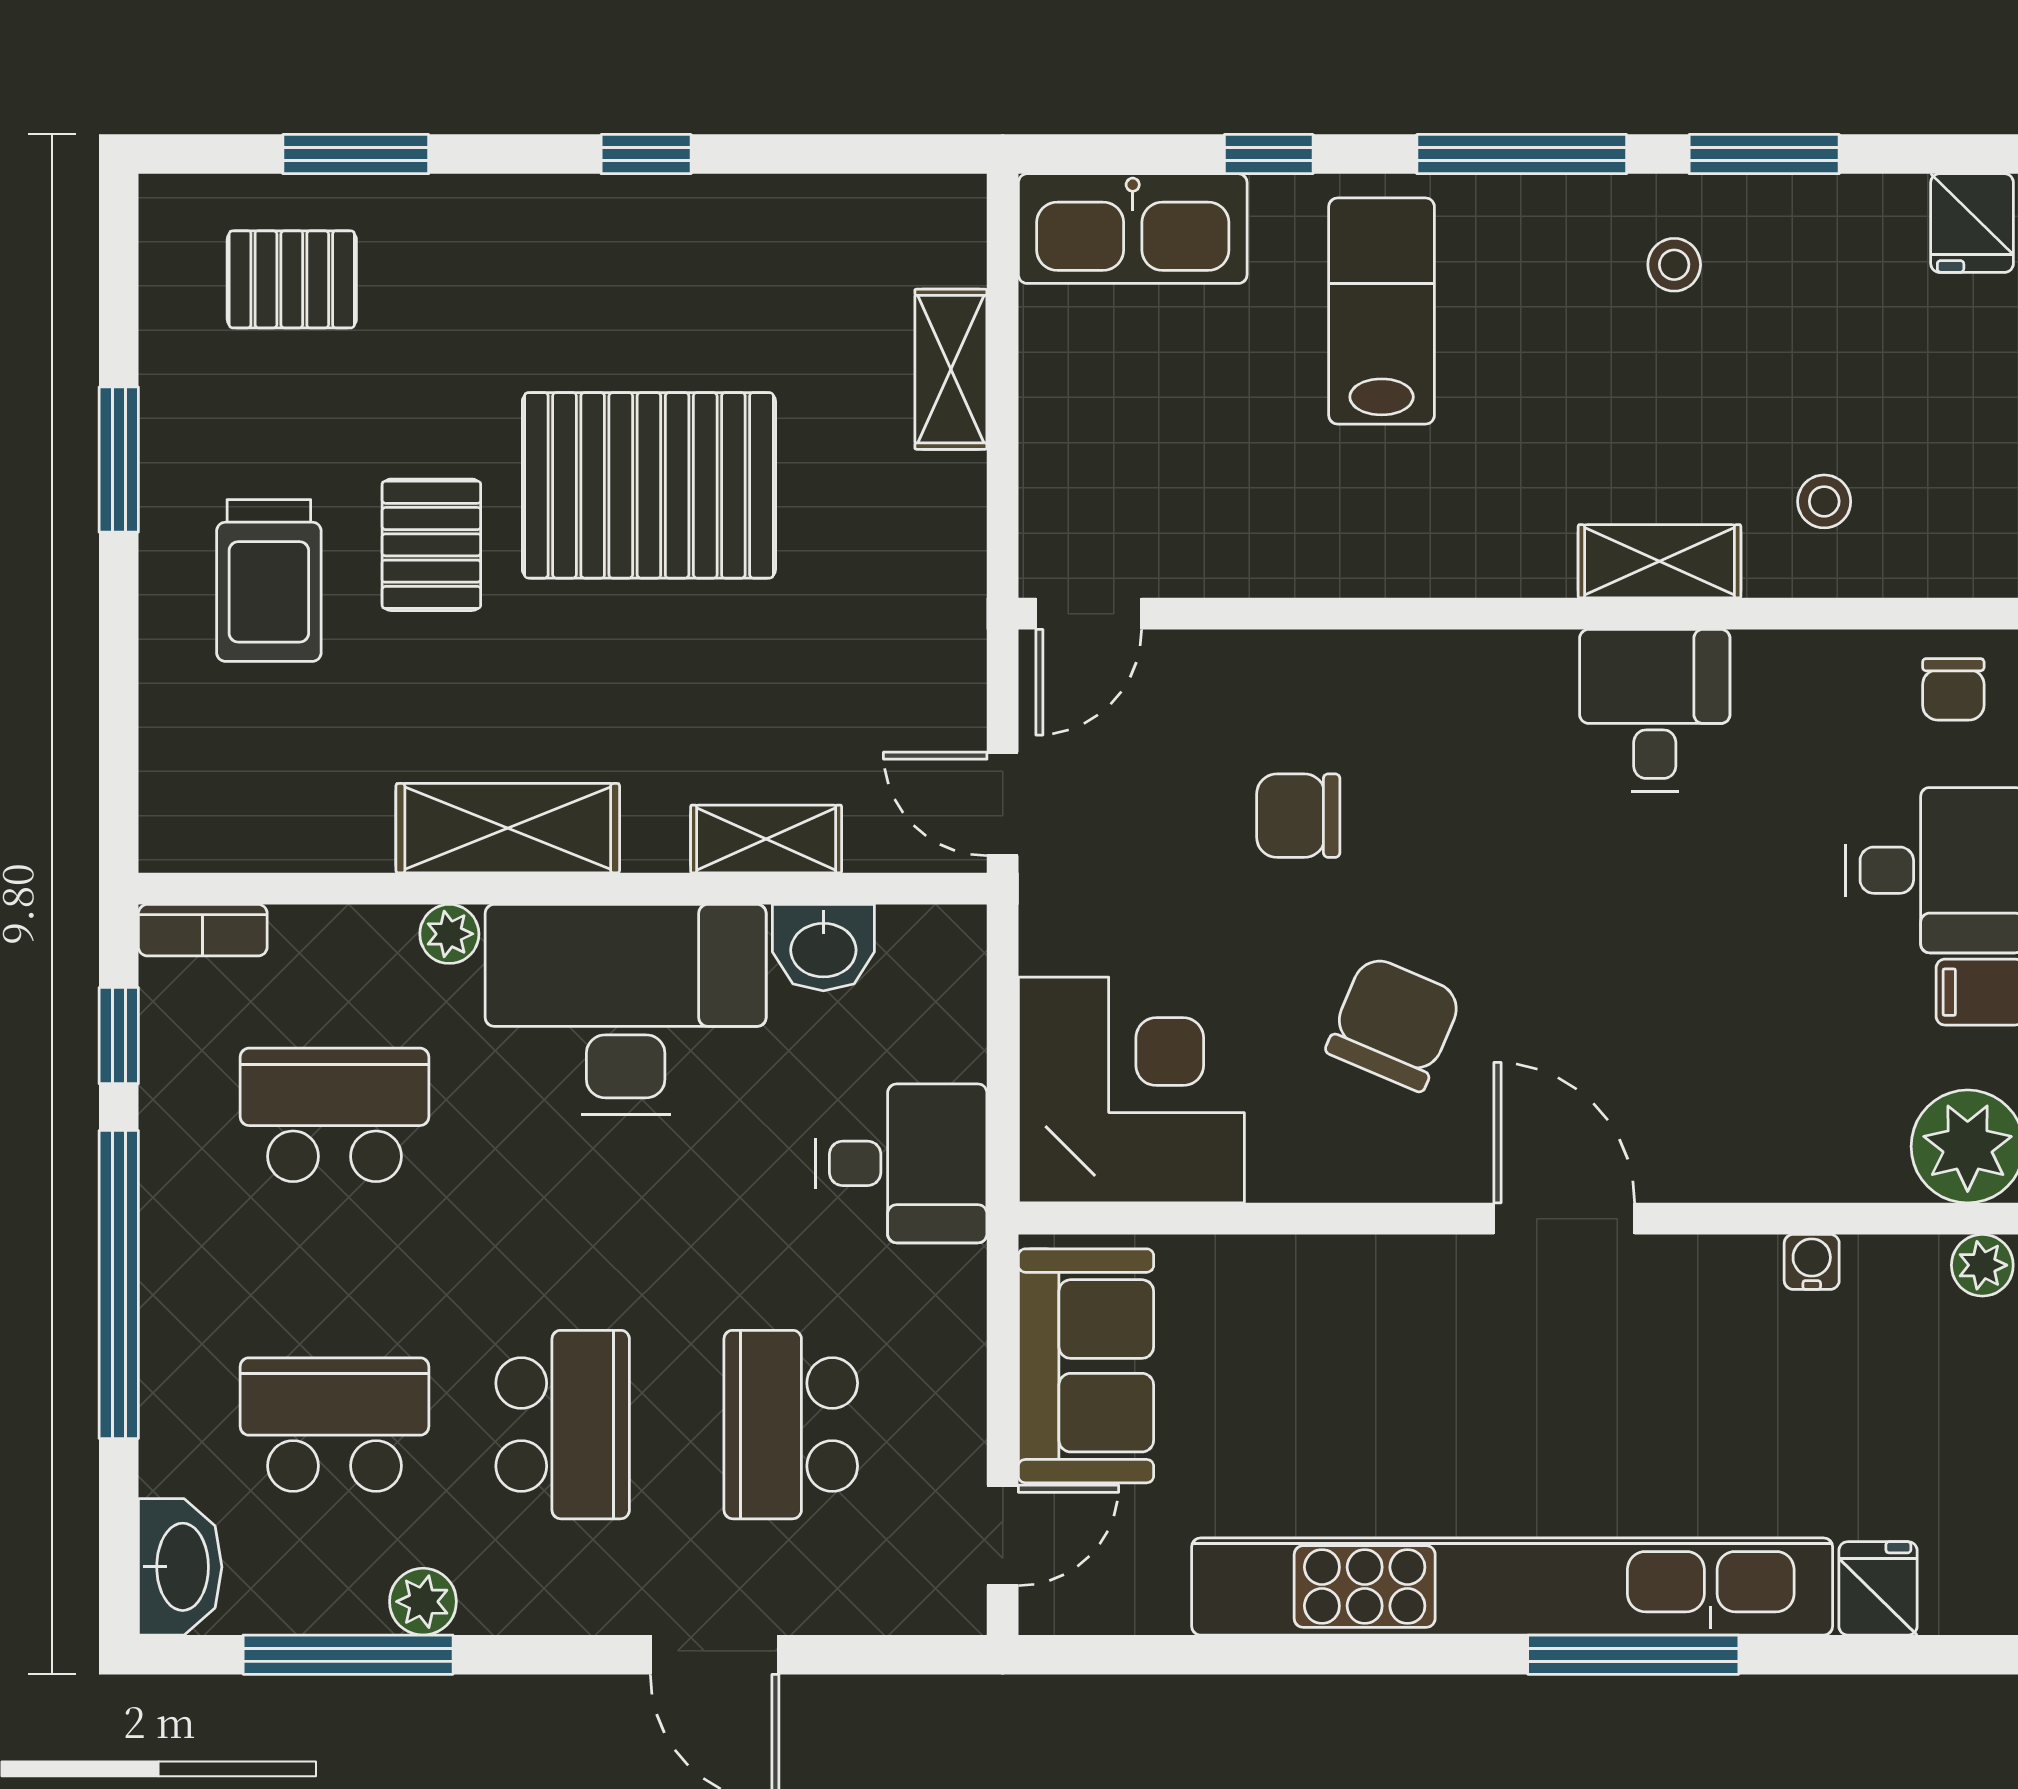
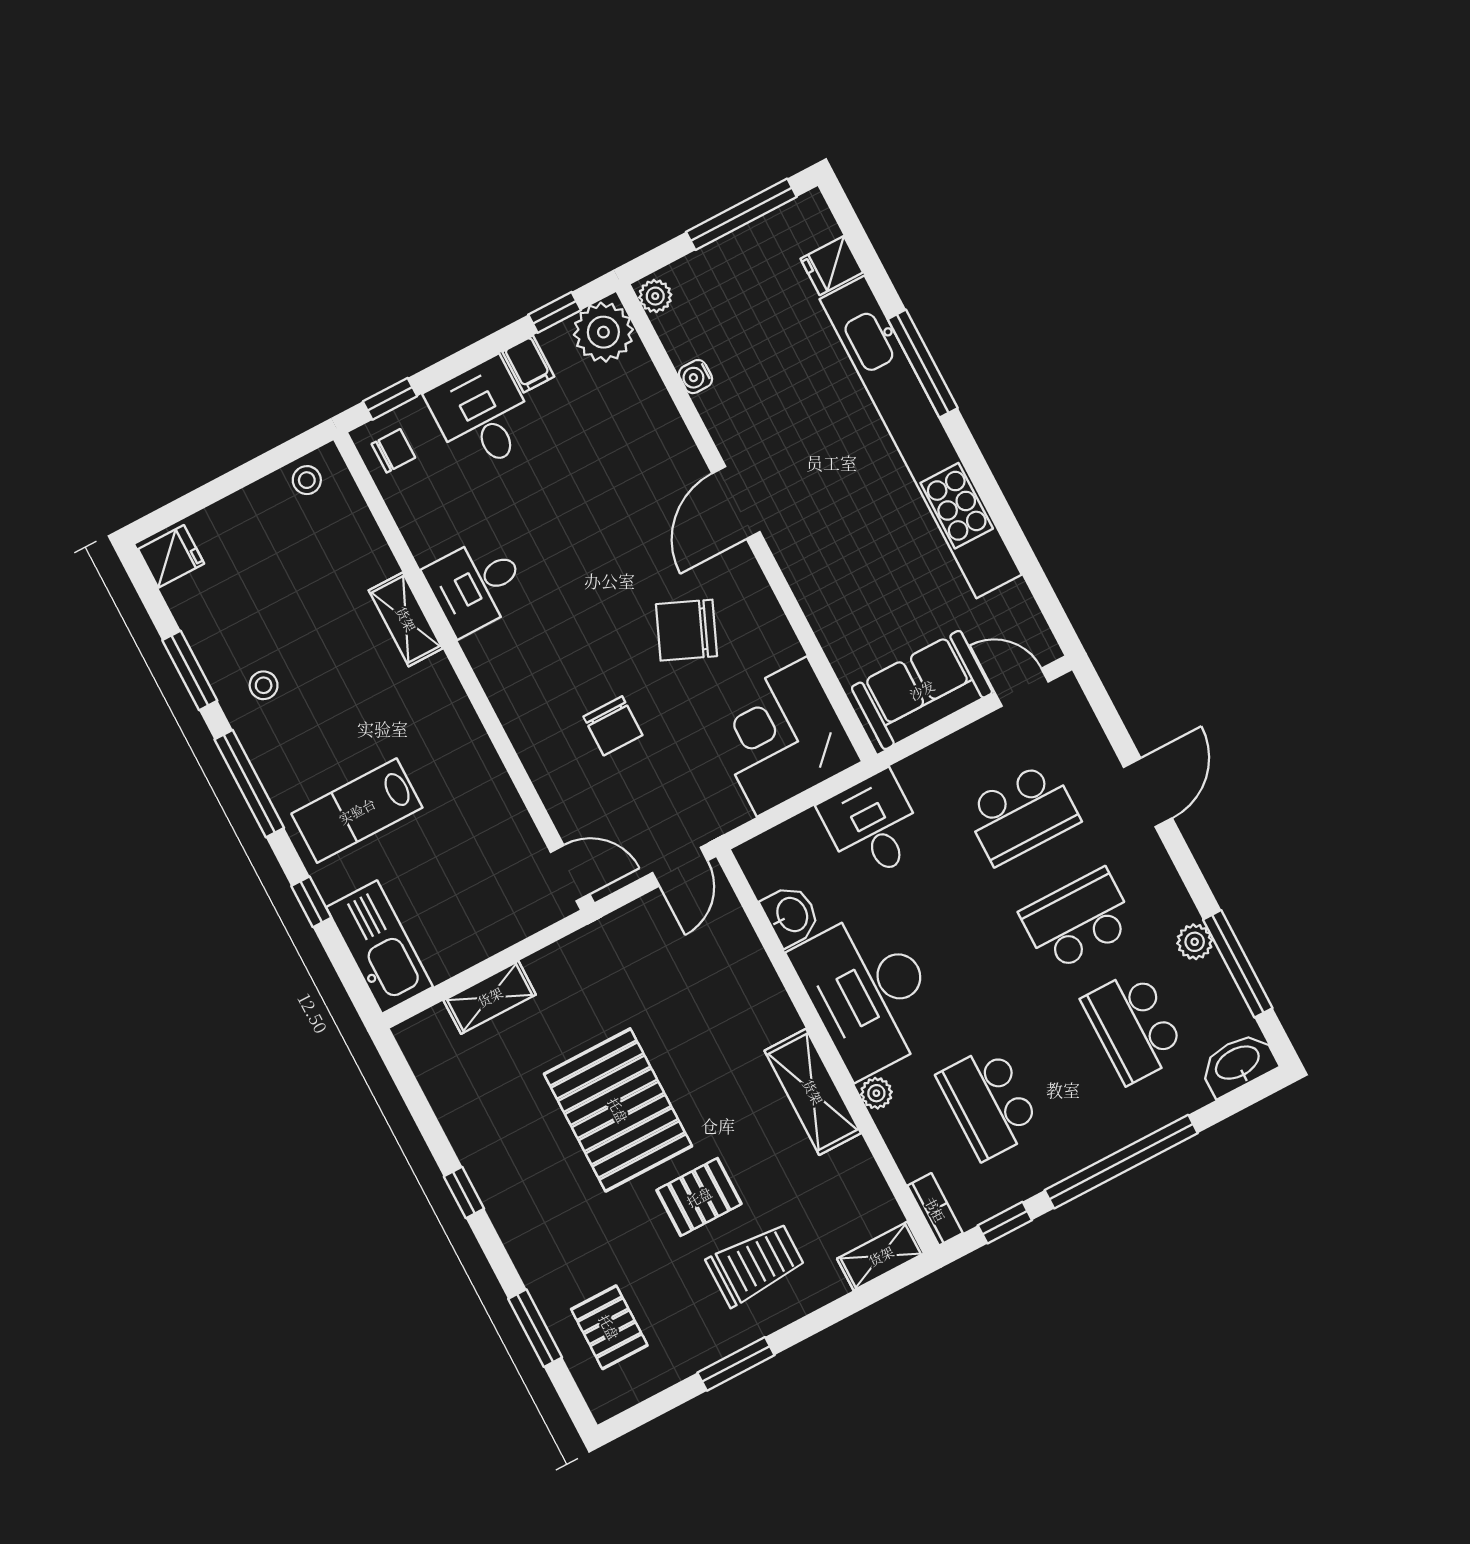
stool: (1824, 501) -> (307, 480), moved
shelving: (766, 839) -> (881, 1256), moved, turned 90

